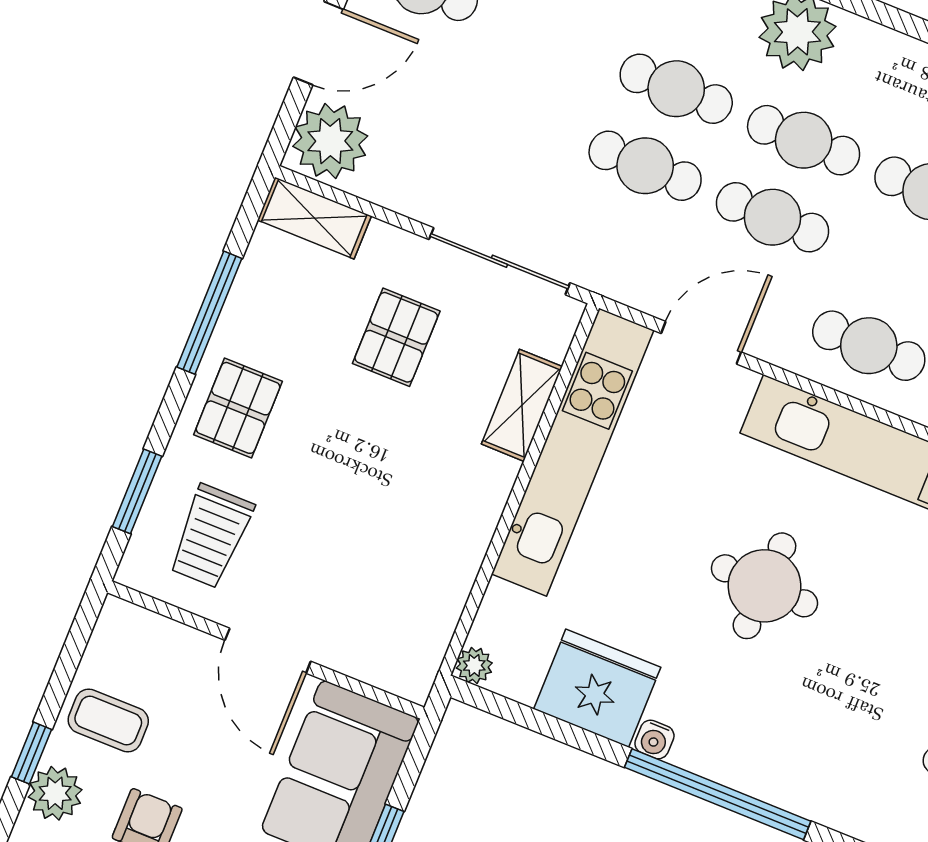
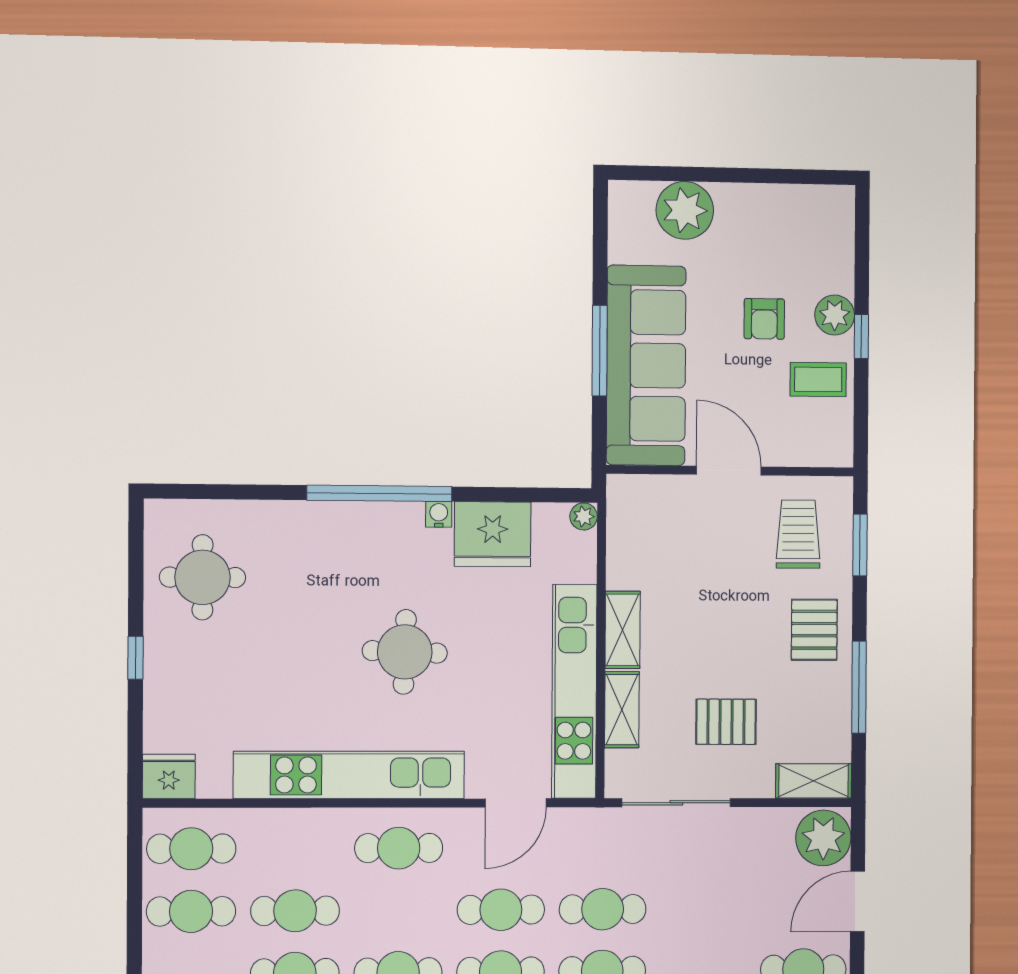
pallet: (396, 337) -> (726, 722), turned 90
shelving: (481, 505) -> (623, 630), added

